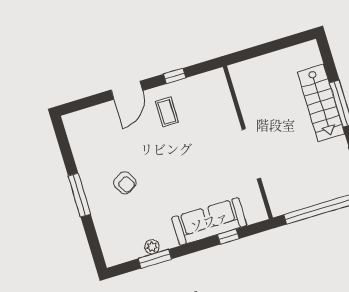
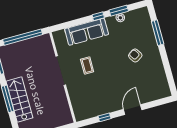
coffee table: (167, 112) -> (87, 65), moved
window: (79, 195) -> (158, 33), moved
window: (228, 237) -> (98, 16), moved

